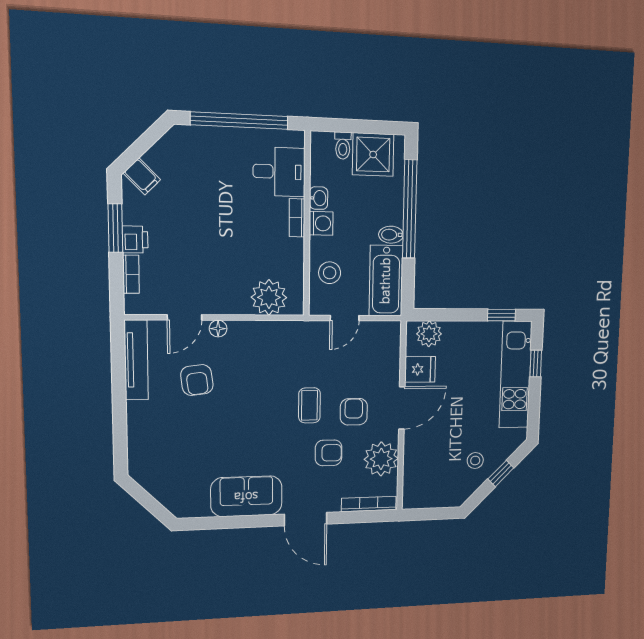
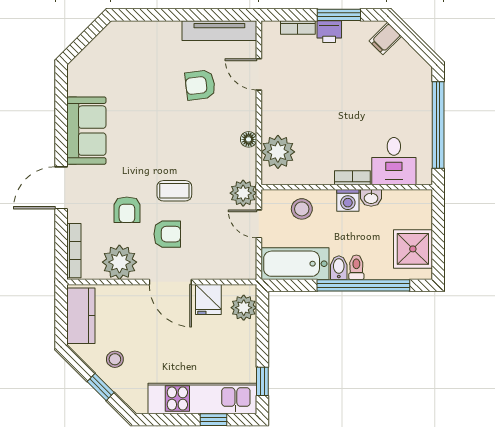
toilet: (343, 146) -> (356, 267), moved, turned 90
floor lamp: (218, 329) -> (249, 139), moved
plant: (312, 334) -> (243, 193), added
kitchen counter: (433, 495) -> (81, 316), added

